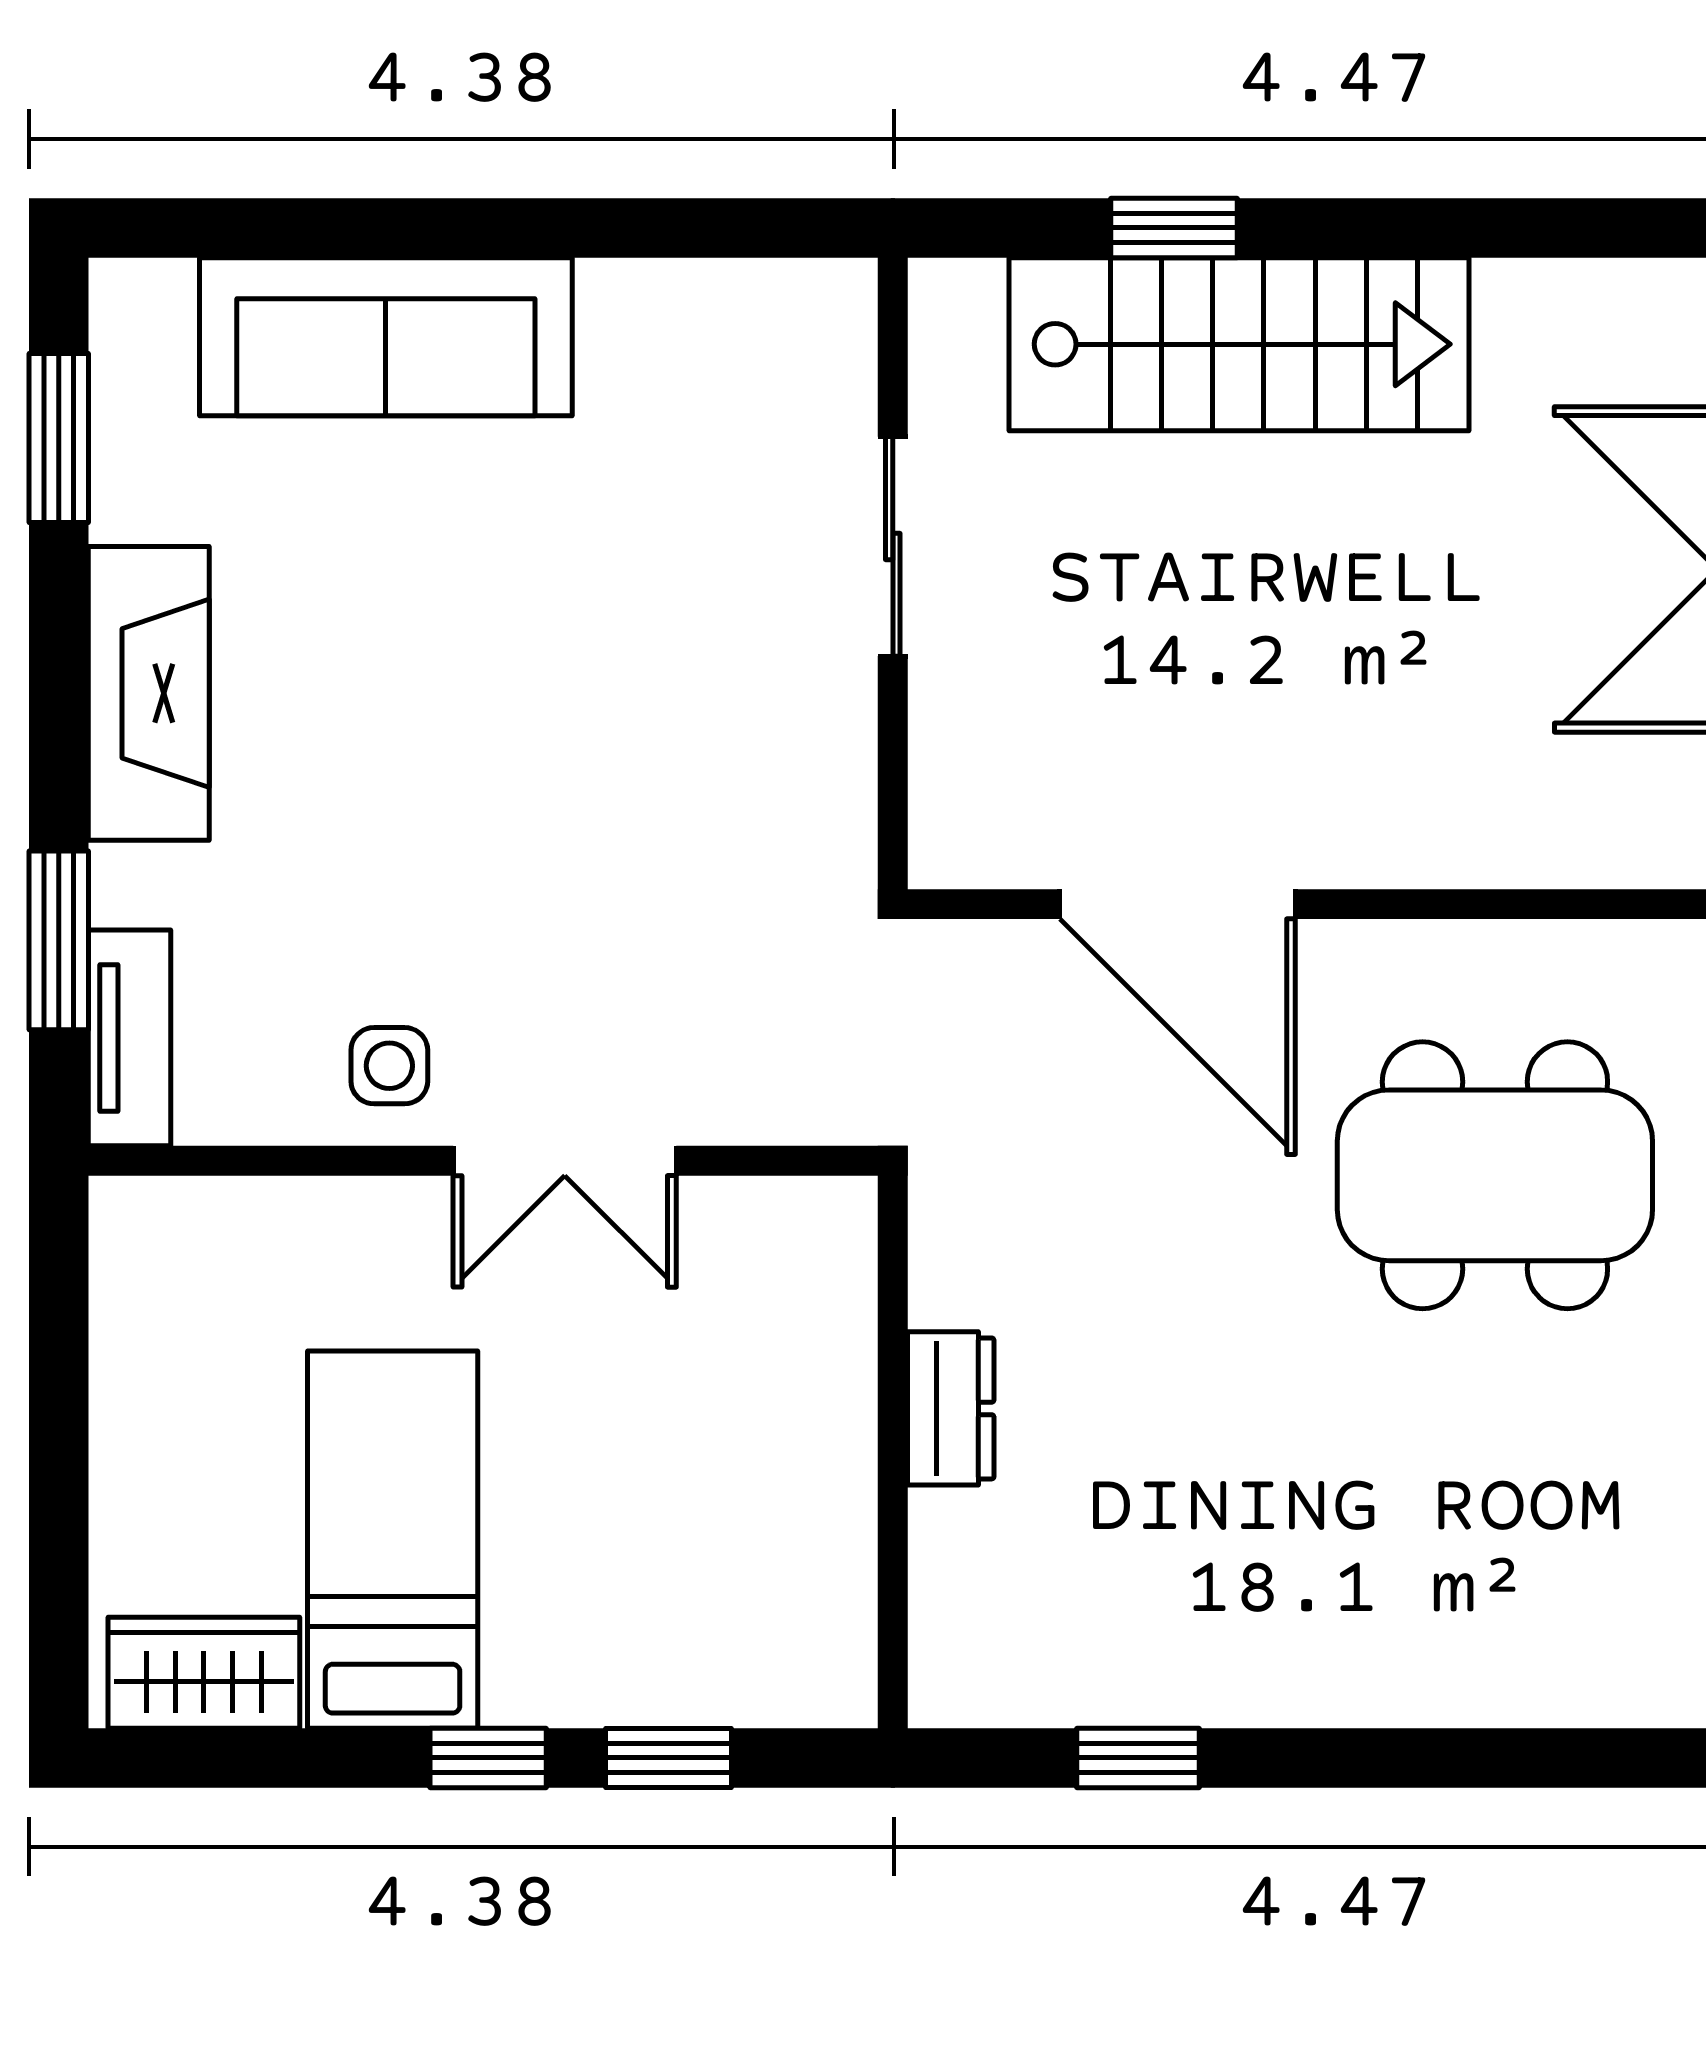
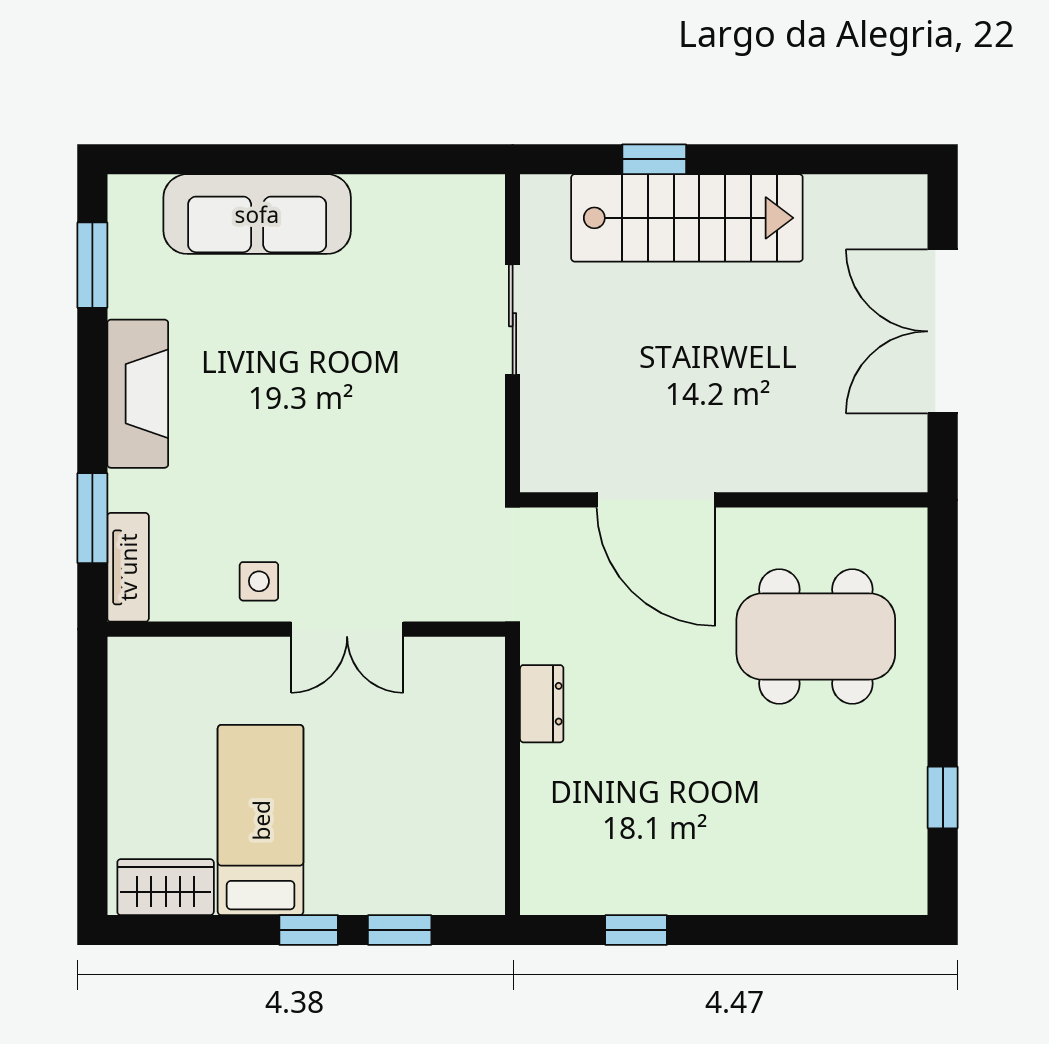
dresser: (951, 1408) -> (542, 704), moved

